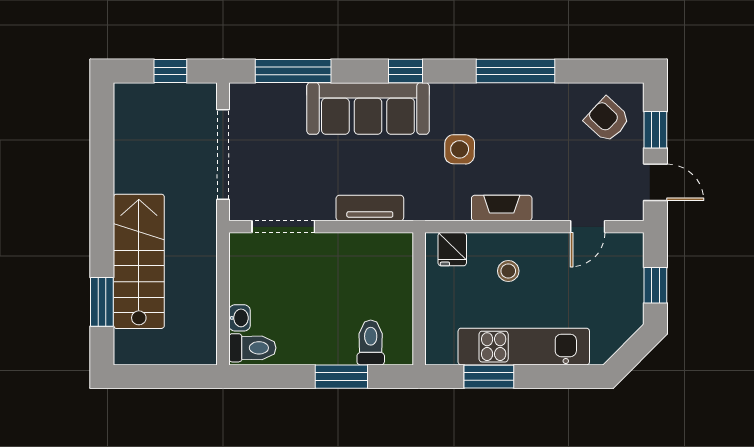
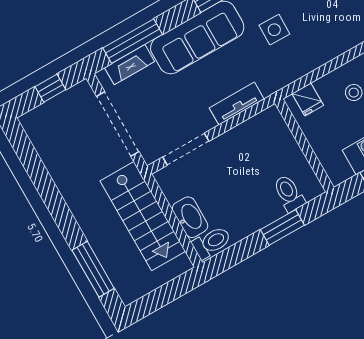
fireplace: (502, 208) -> (130, 65), moved, turned 180
stairs: (139, 261) -> (143, 216), moved, turned 180
window: (102, 302) -> (93, 269), width x1.44
washbasin: (239, 318) -> (190, 217), width x1.91, depth x1.45

